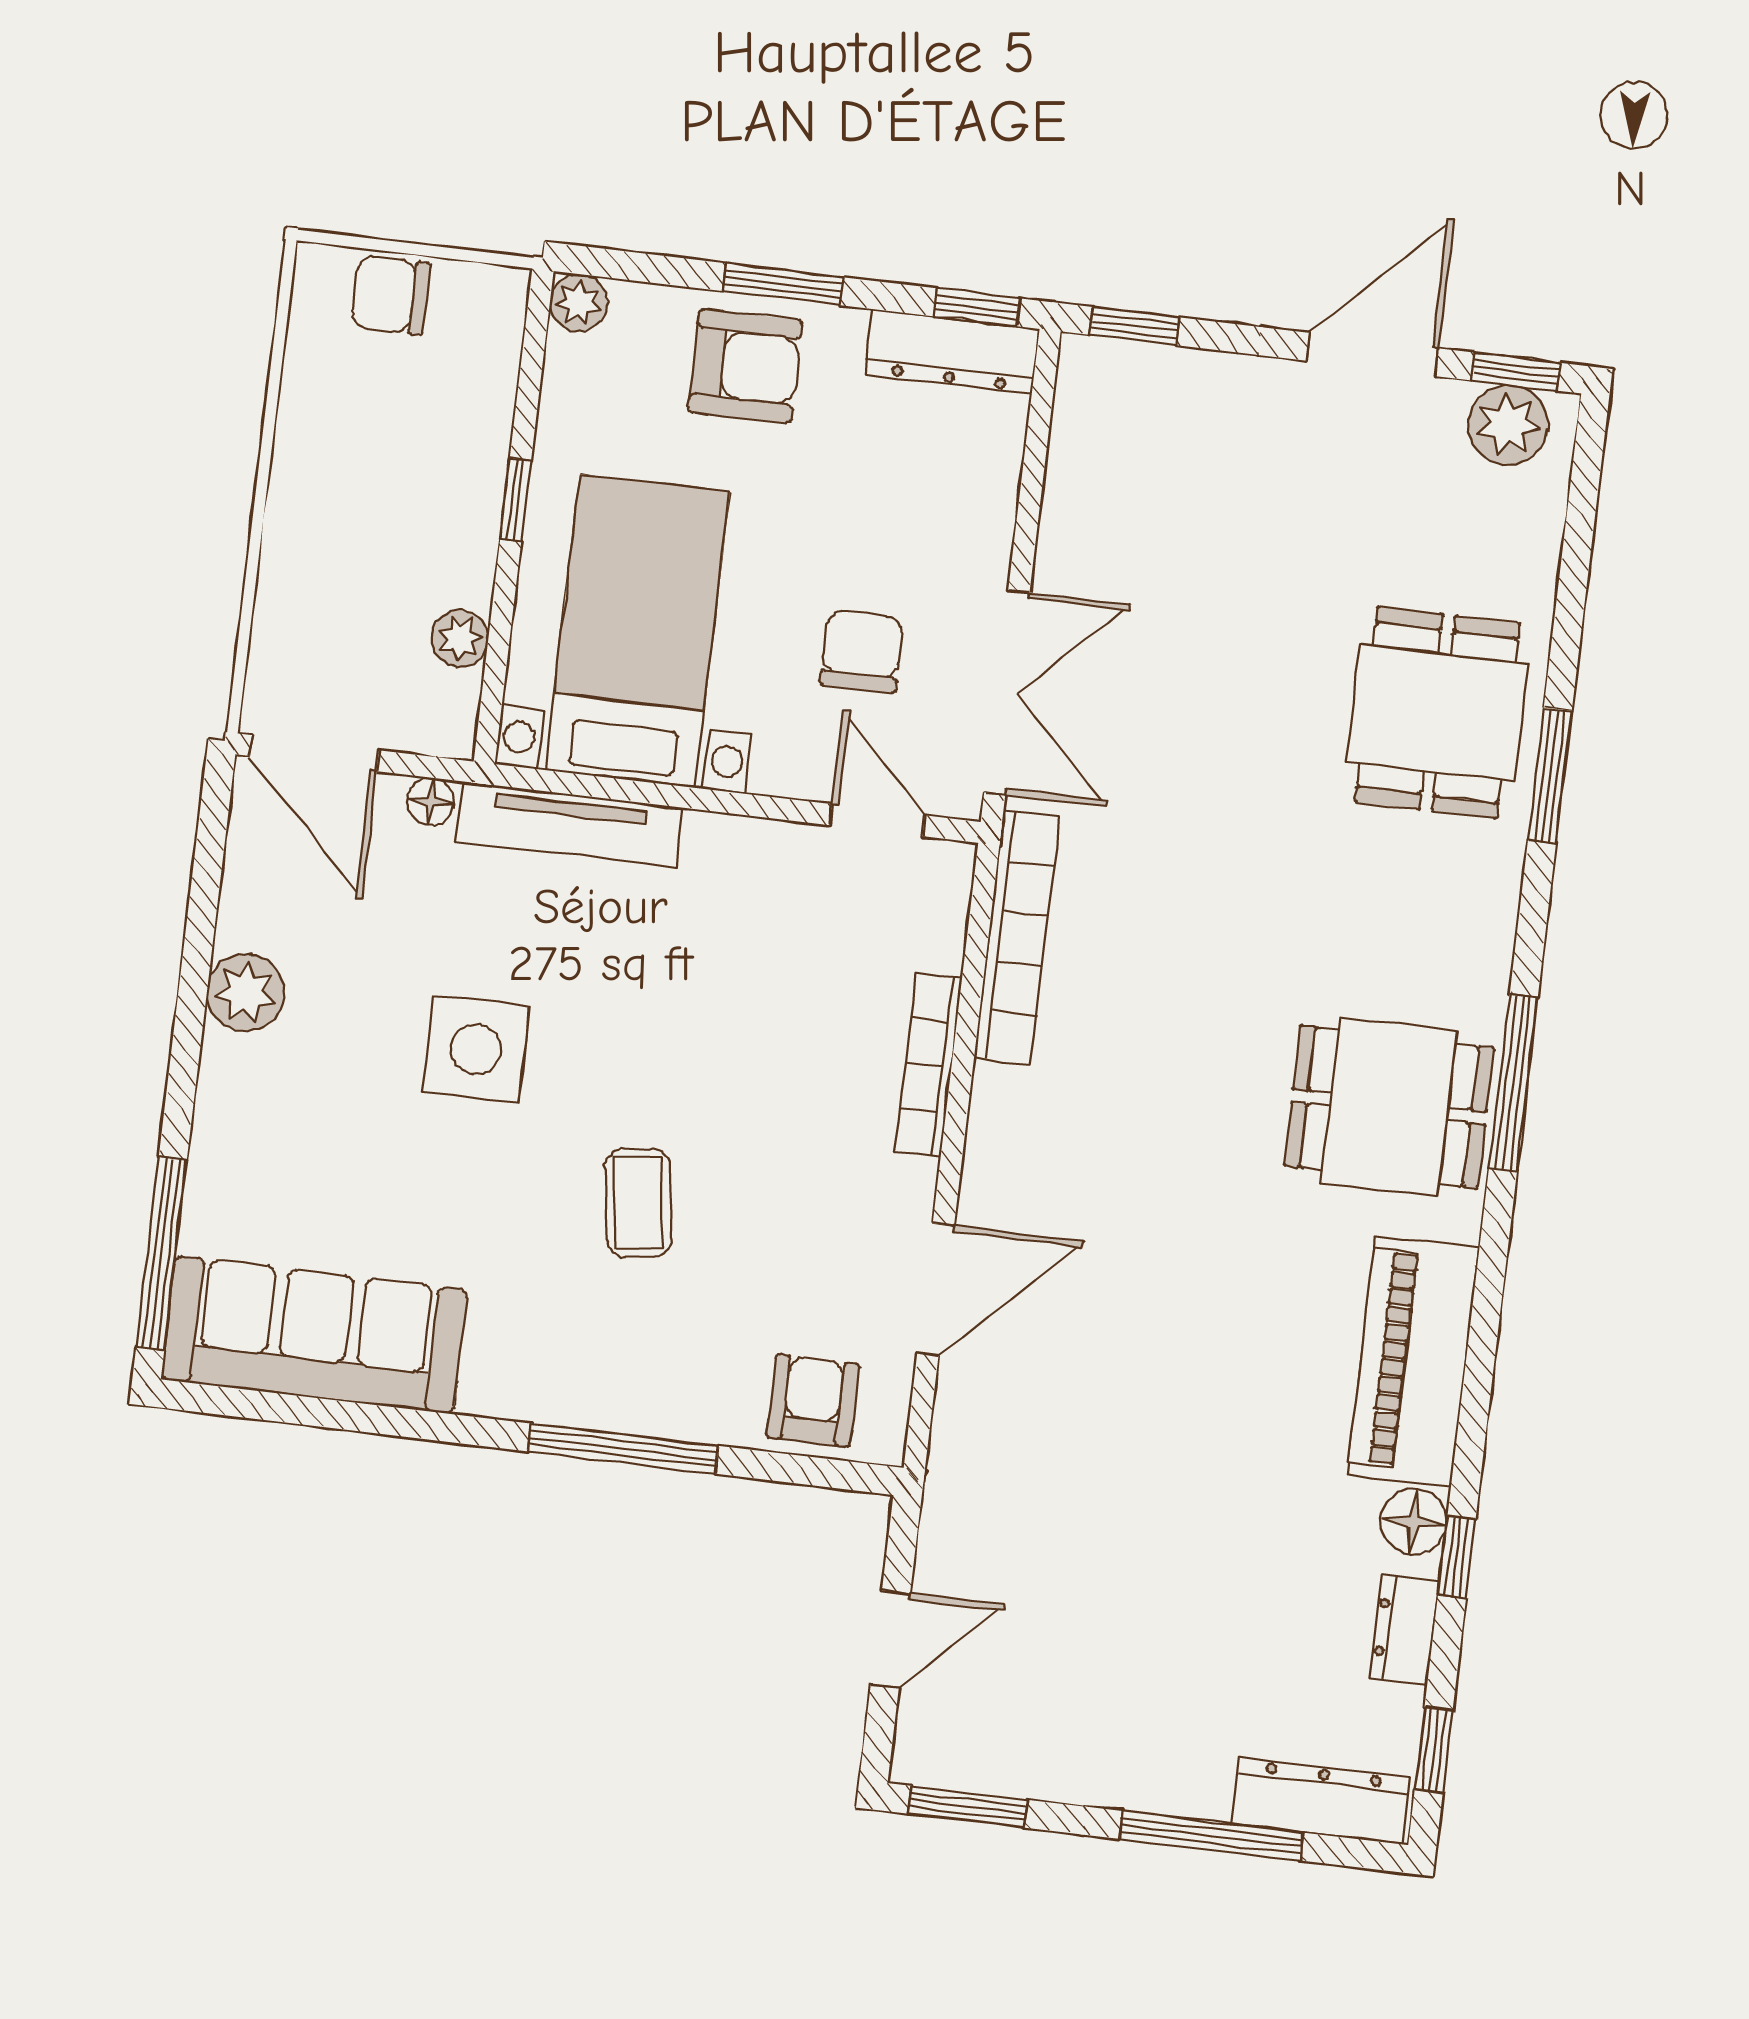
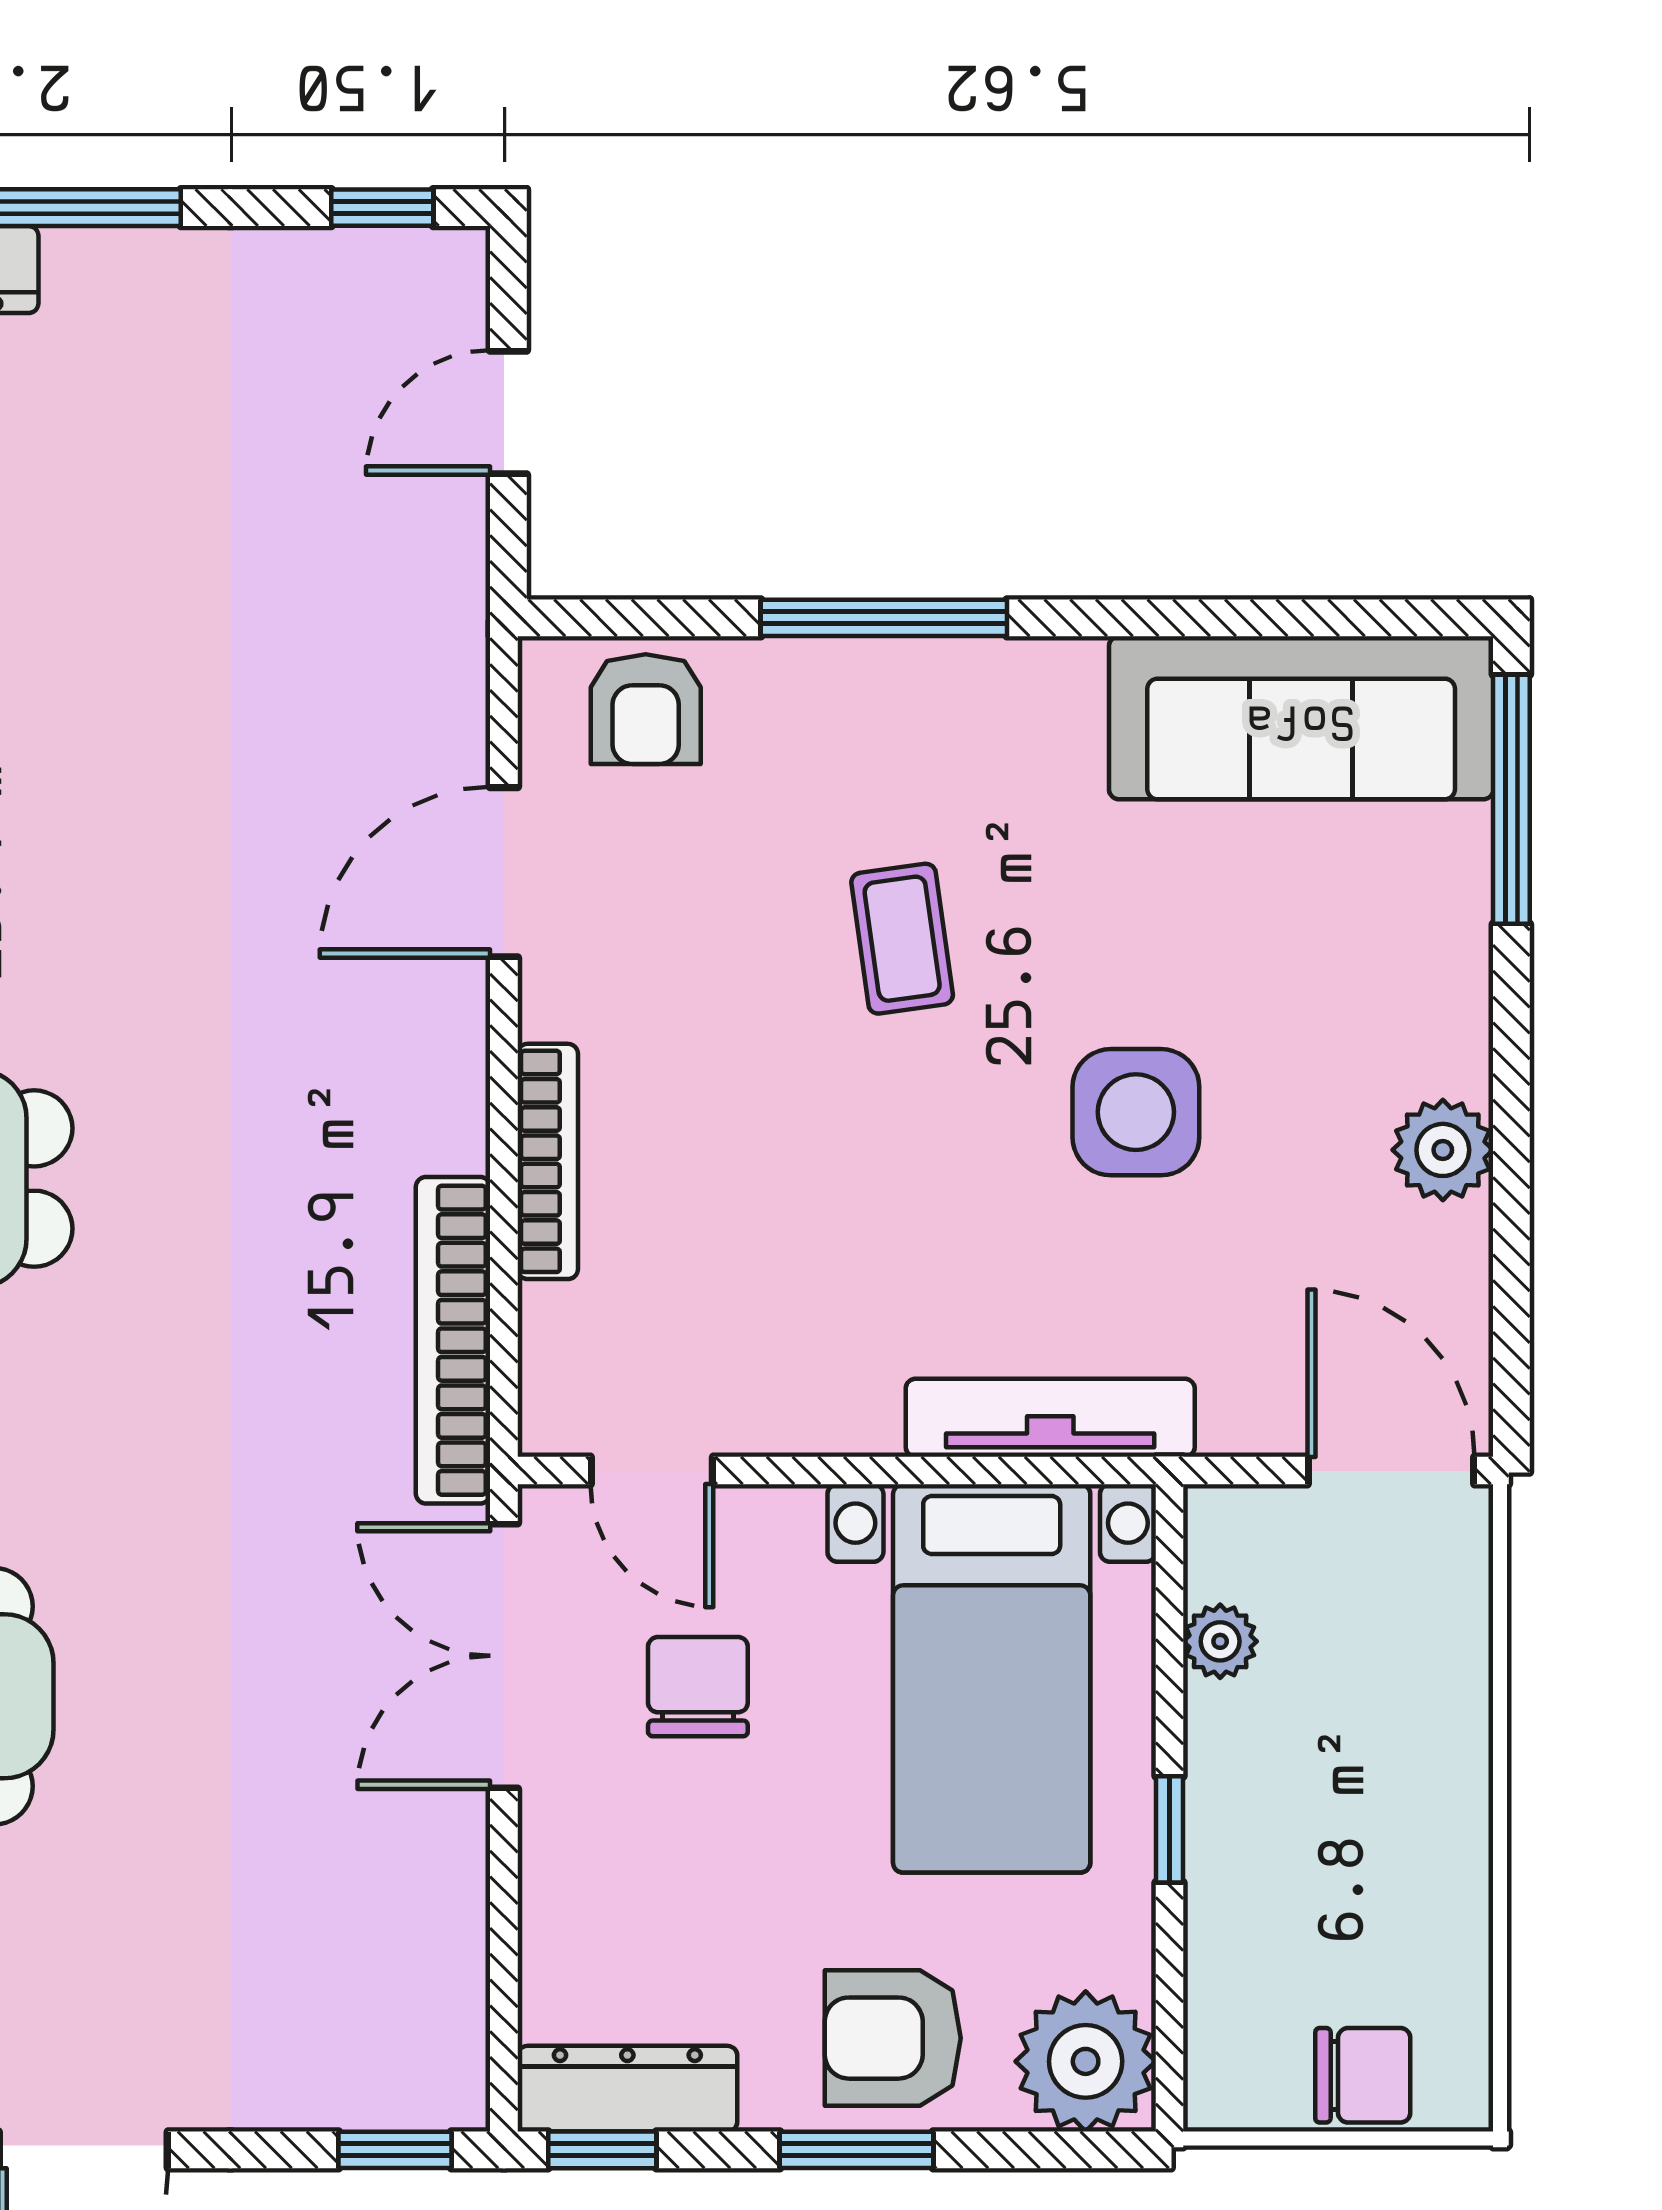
plant: (579, 303) -> (1086, 2061), width x1.88, depth x1.88
chair: (862, 651) -> (698, 1687), turned 180
floor lamp: (431, 801) -> (1233, 1426), removed
window: (968, 1807) -> (382, 208), width x0.67

